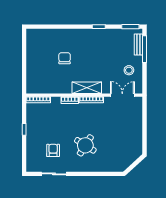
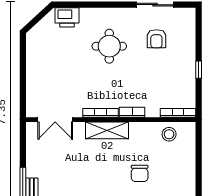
stool: (129, 70) -> (169, 134), moved
round table: (85, 145) -> (109, 46), turned -32
printer: (114, 165) -> (67, 17), added

